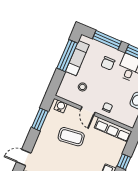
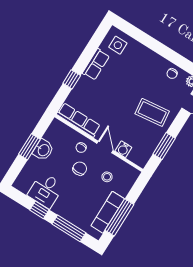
chair: (108, 63) -> (80, 169), moved
water cooler: (61, 106) -> (123, 149), moved
coffee table: (71, 137) -> (152, 112), moved

